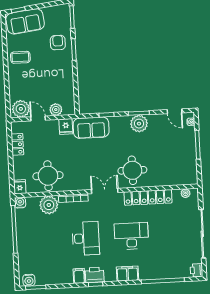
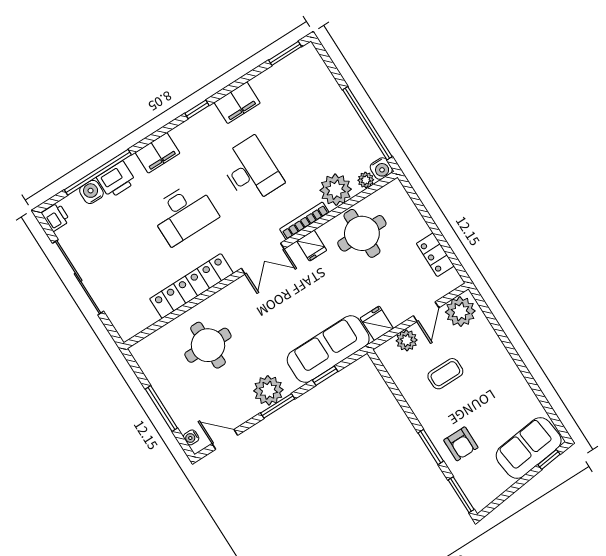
coffee table: (20, 57) -> (445, 374), moved
door: (38, 118) -> (426, 312), hinge flipped
sofa: (91, 128) -> (328, 349), width x1.36
round table: (132, 170) -> (208, 345), moved
fridge: (20, 187) -> (312, 246), moved
plant: (185, 193) -> (366, 180), moved
desk: (86, 238) -> (251, 171), turned 180
printer: (95, 275) -> (116, 180), moved
filing cabinet: (79, 276) -> (237, 103), width x2.00
water cooler: (29, 280) -> (91, 192), moved

